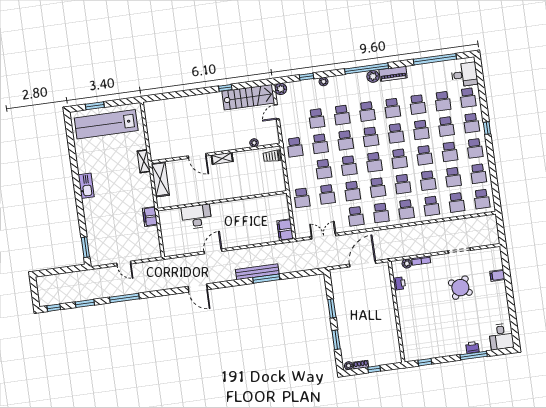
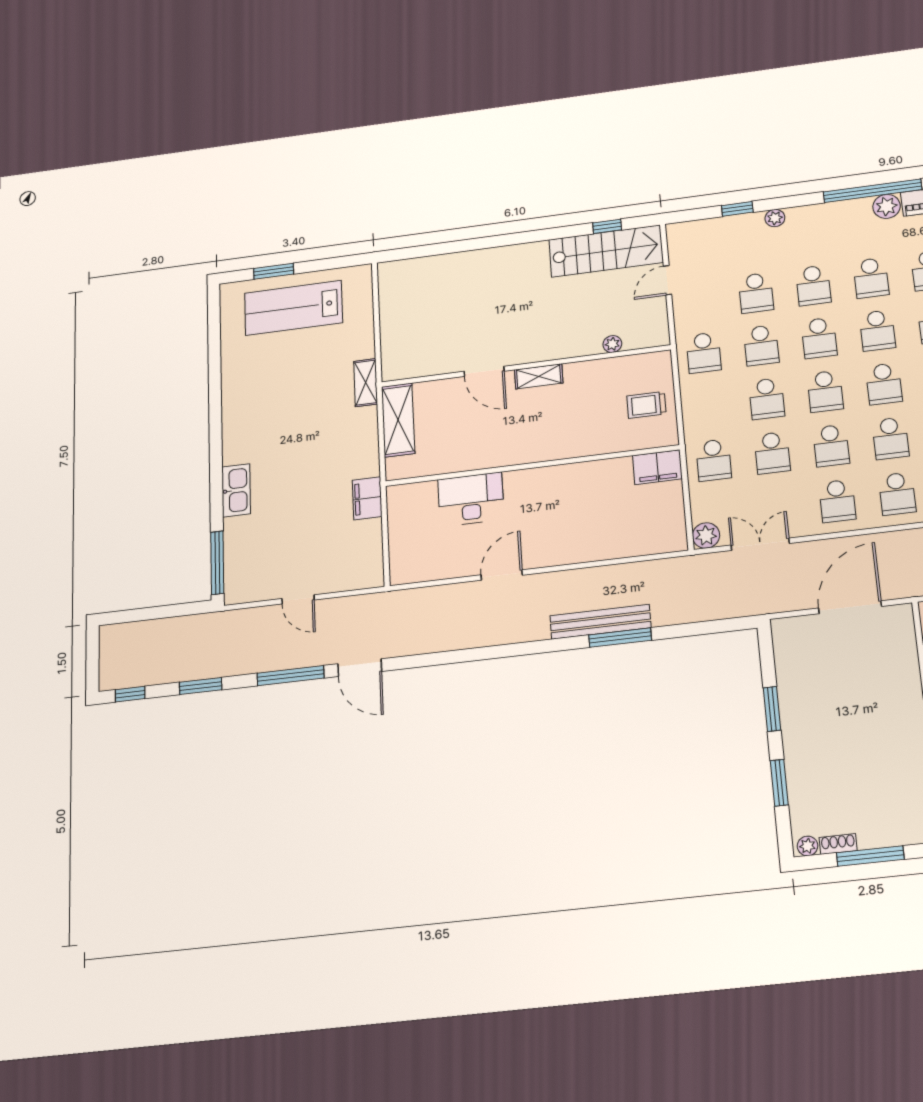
window: (225, 88) -> (607, 226), moved
plant: (281, 89) -> (706, 535), moved
lab bench: (106, 124) -> (293, 308), width x0.73
trolley: (272, 156) -> (646, 405), moved
kitchen sink: (86, 186) -> (236, 490), moved
filing cabinet: (285, 230) -> (657, 467), moved, turned -90
window: (85, 247) -> (217, 563), width x1.44
door: (198, 288) -> (360, 668), moved
window: (374, 369) -> (870, 856), width x2.17

